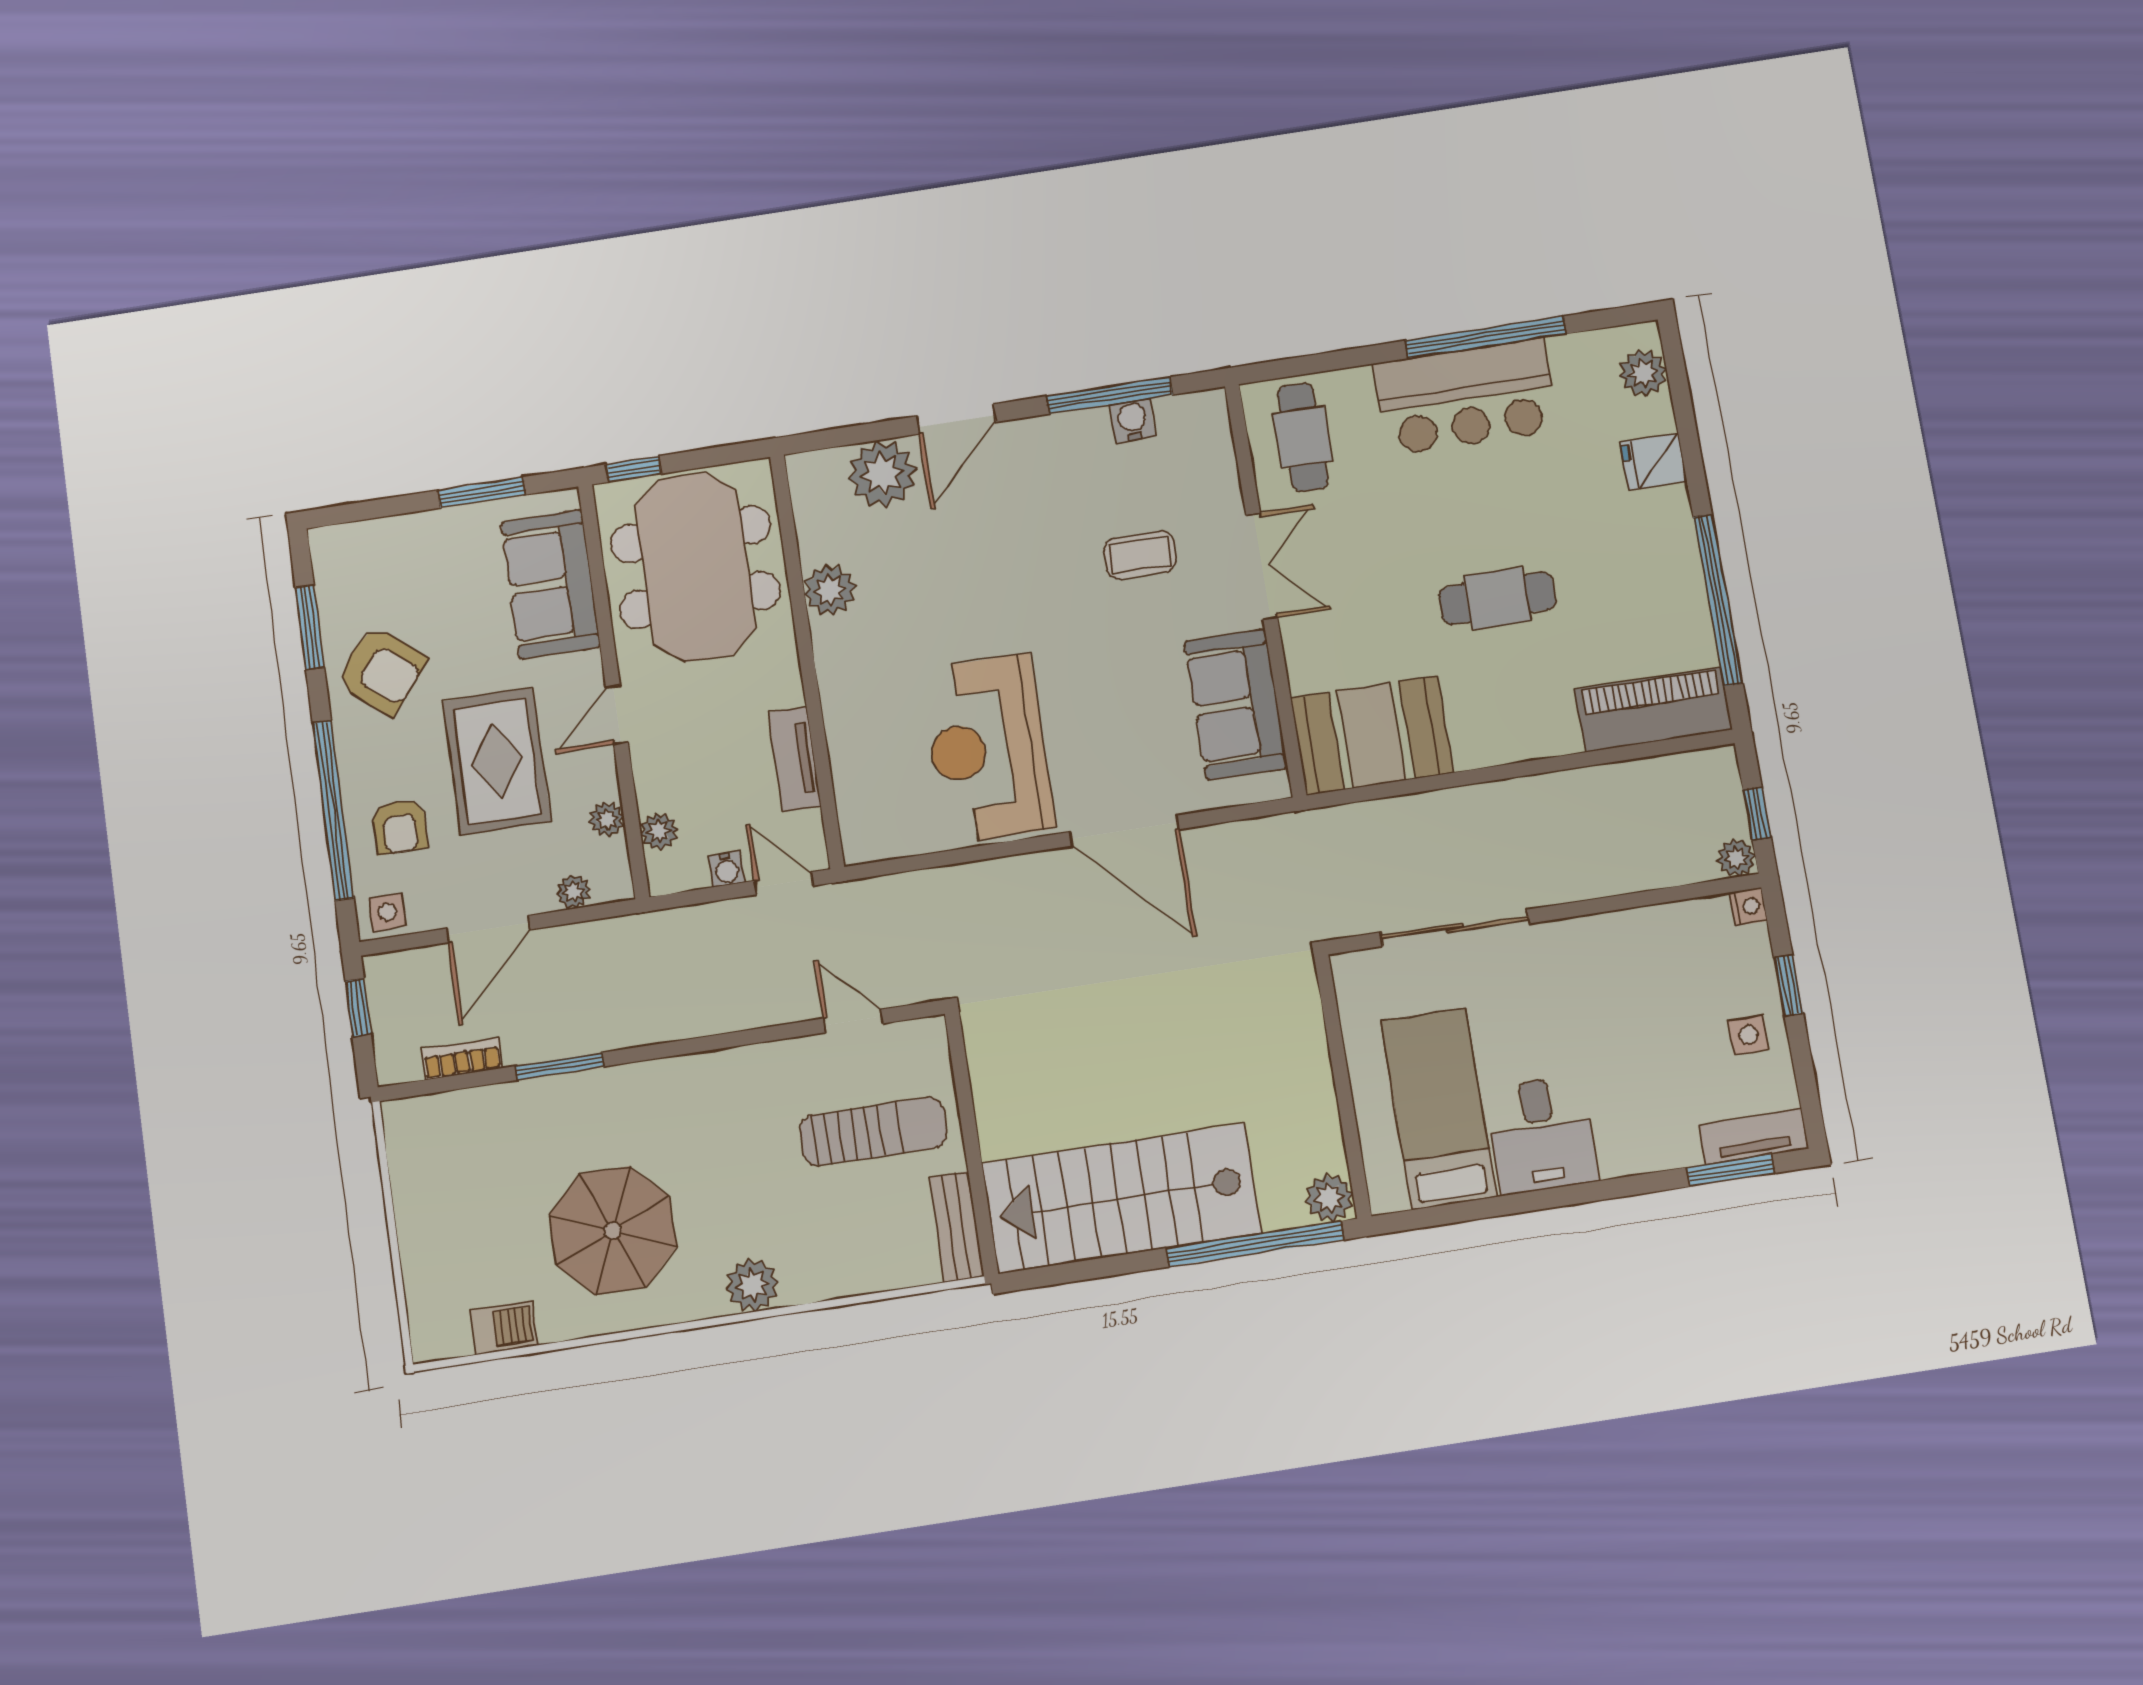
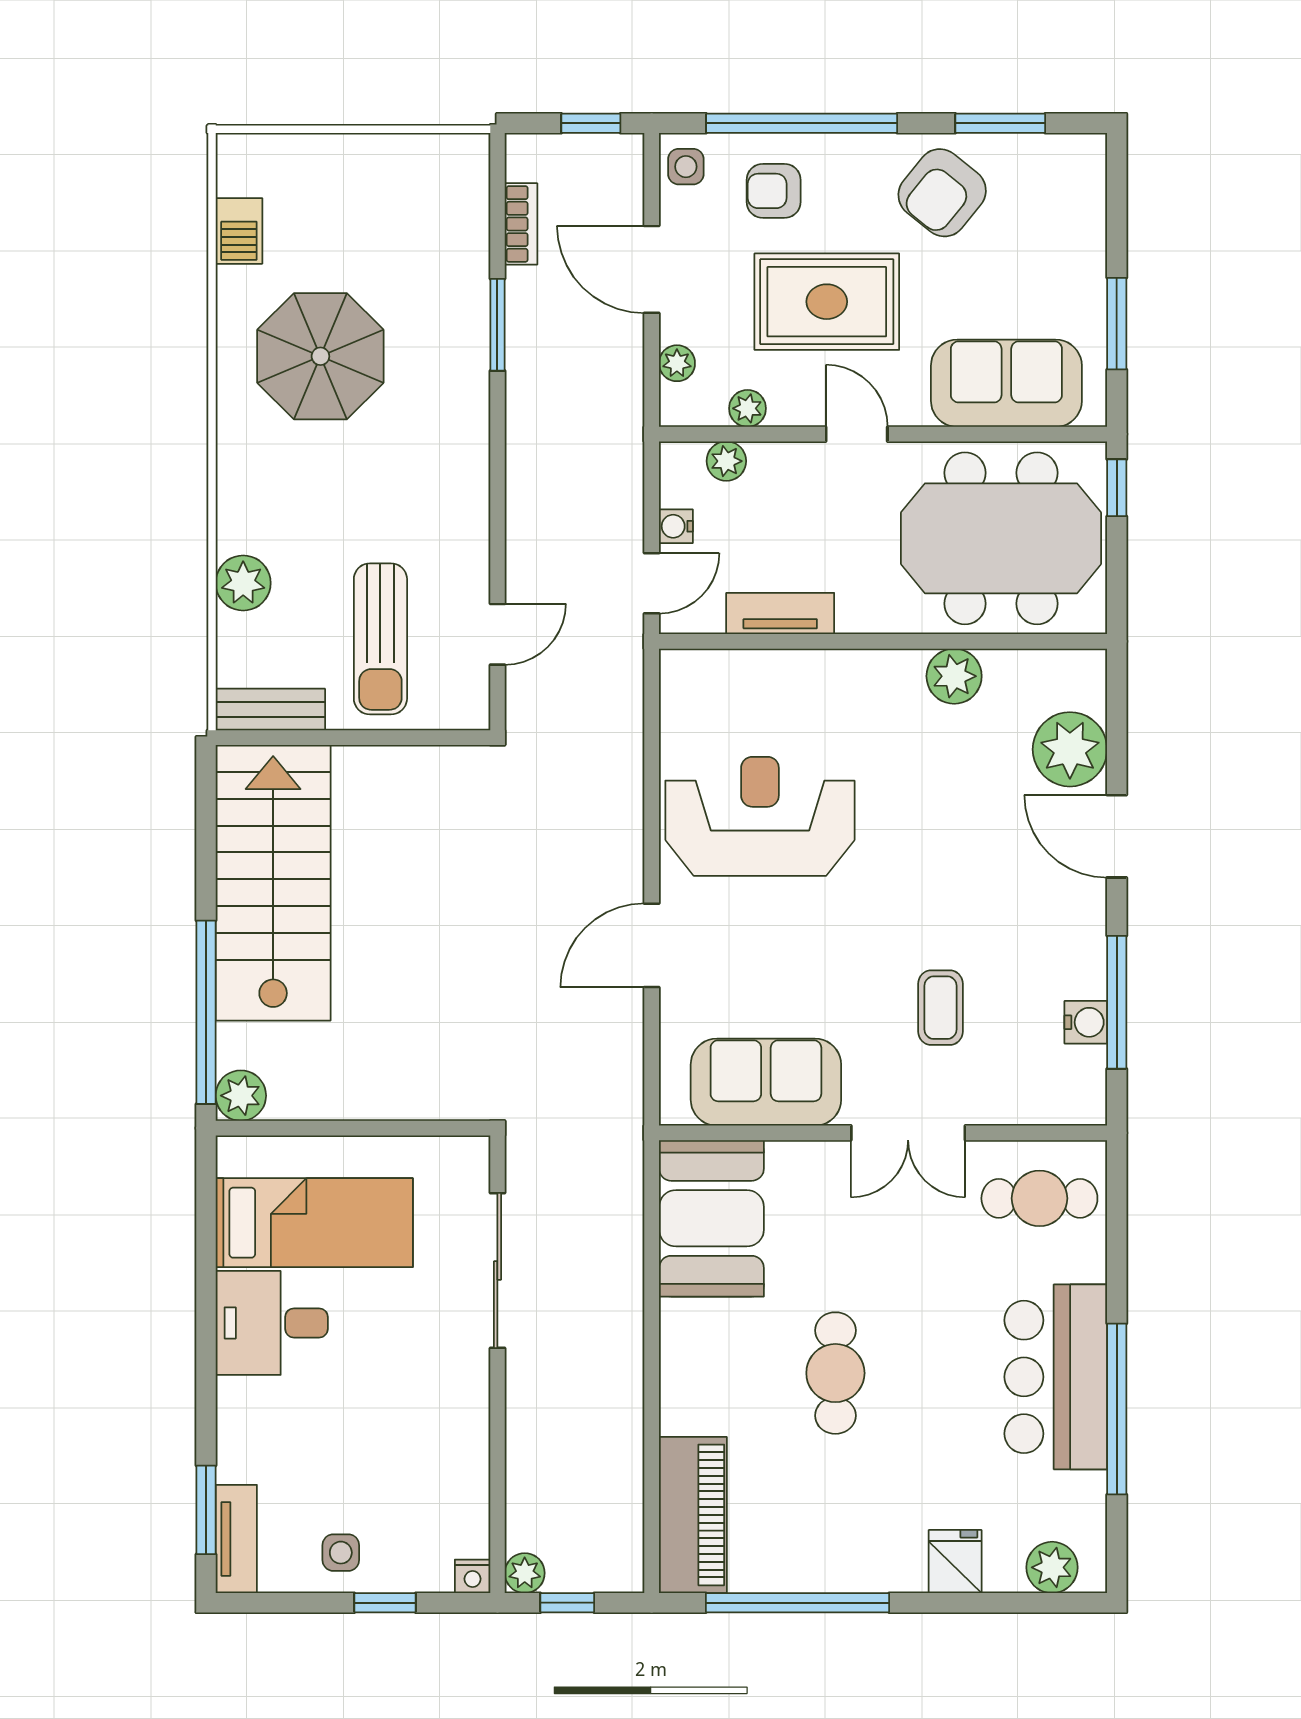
door: (1124, 831) -> (652, 945), width x0.73
plant: (752, 1285) -> (243, 583), moved

